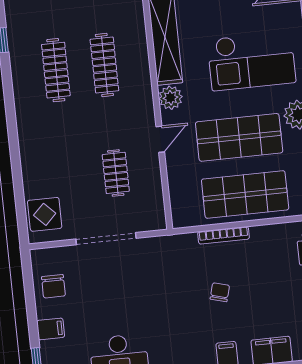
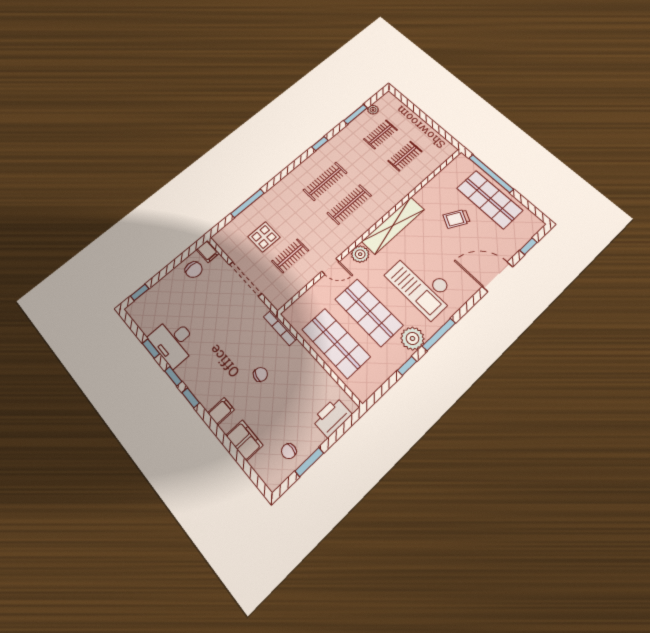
window: (17, 175) -> (248, 203), added
display table: (45, 214) -> (264, 237), moved
bookcase: (224, 235) -> (280, 328), moved
chair: (53, 286) -> (194, 270), turned -90
filing cabinet: (51, 329) -> (208, 251), moved

